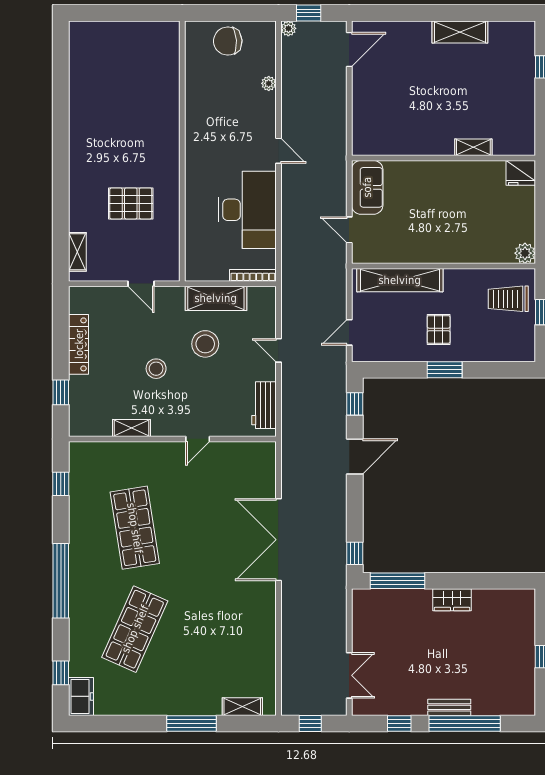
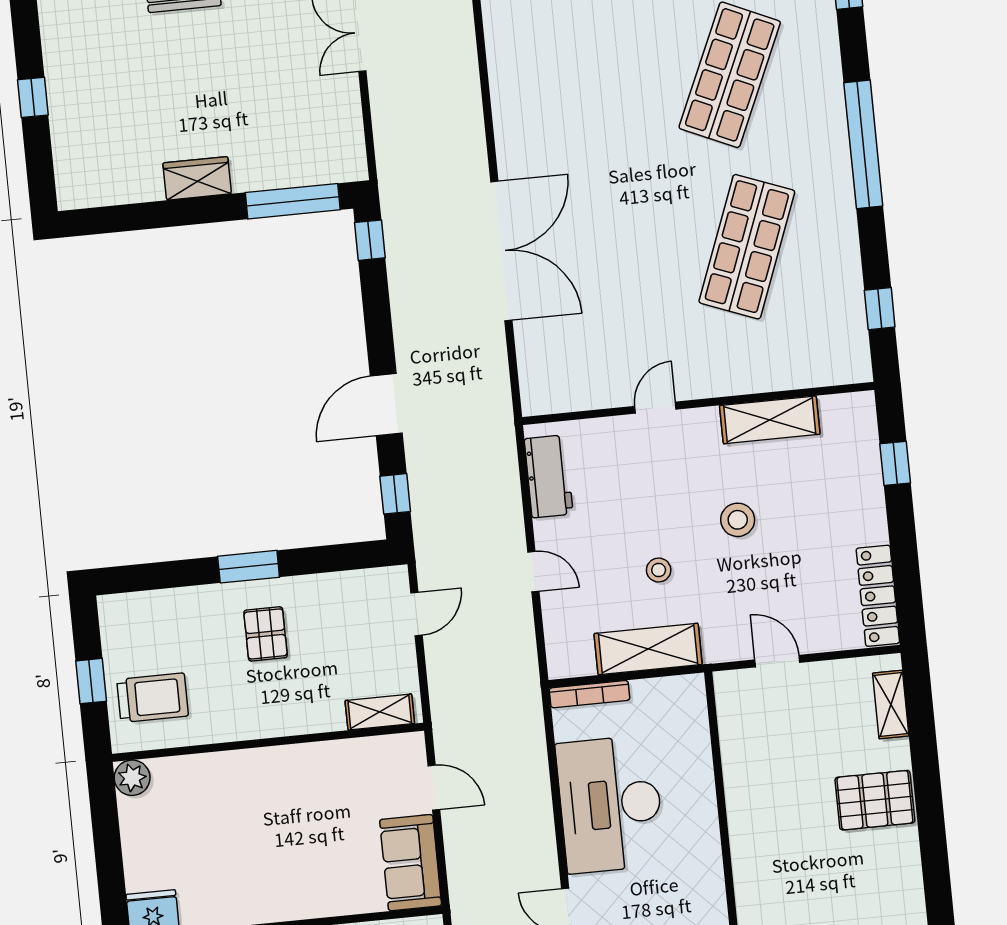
pallet: (131, 203) -> (875, 800), moved
shelving: (400, 280) -> (380, 712), width x0.45, depth x0.75
locker: (79, 344) -> (878, 596), moved
stool: (205, 344) -> (659, 570), width x0.53, depth x0.53
shelving: (131, 428) -> (770, 420), width x1.50, depth x1.33
shop shelf: (135, 528) -> (747, 247), turned 30

